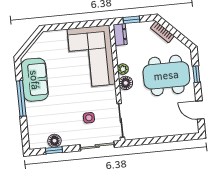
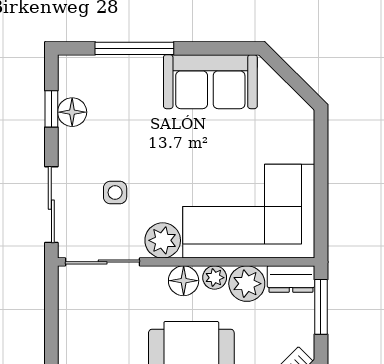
window: (131, 20) -> (321, 307), width x1.50
plant: (124, 54) -> (247, 284), added
plant: (108, 94) -> (163, 240), added
window: (21, 98) -> (134, 48), moved

